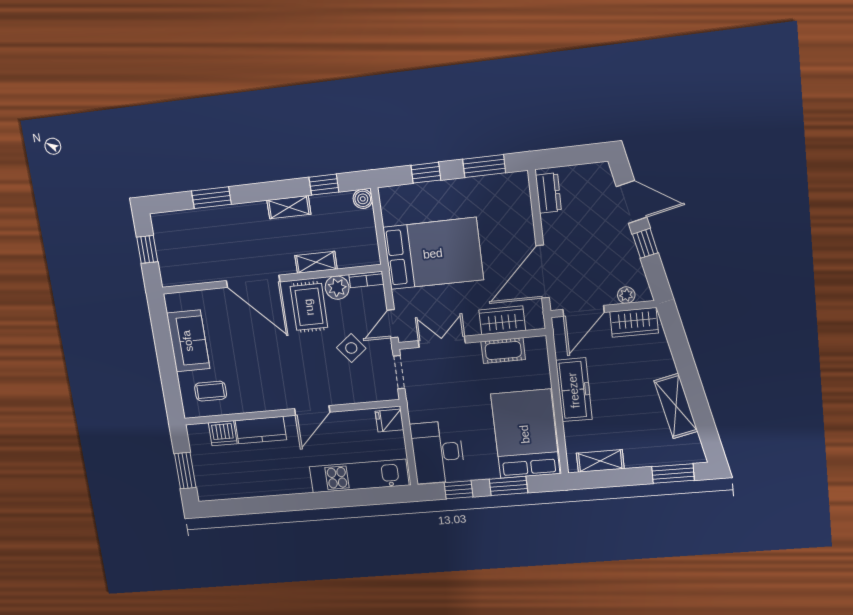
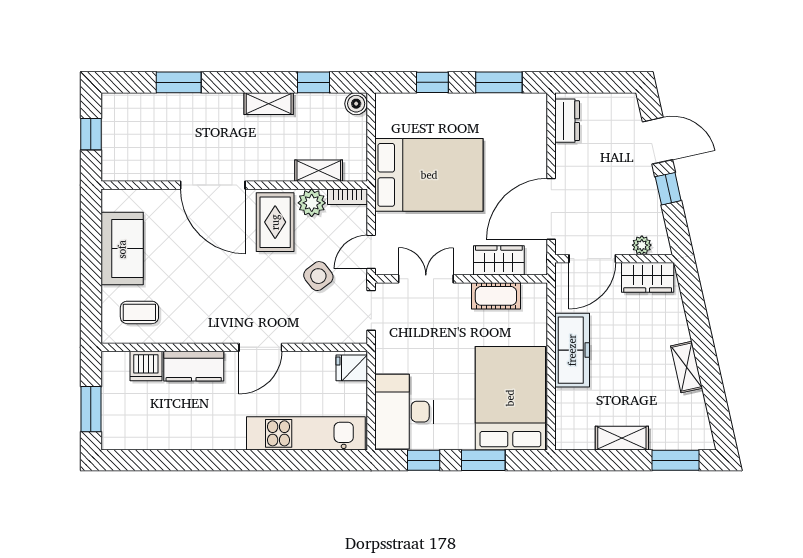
shelving: (316, 262) -> (319, 171), moved
shelving: (676, 406) -> (687, 367), width x0.67, depth x0.75
shelving: (600, 461) -> (622, 438), moved

